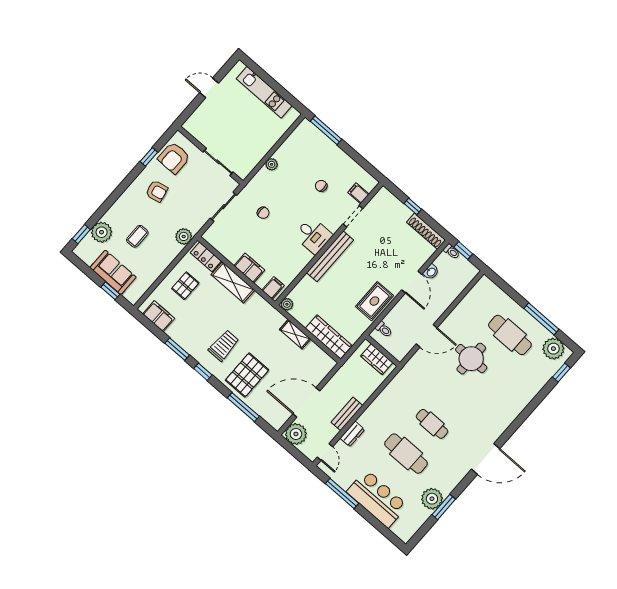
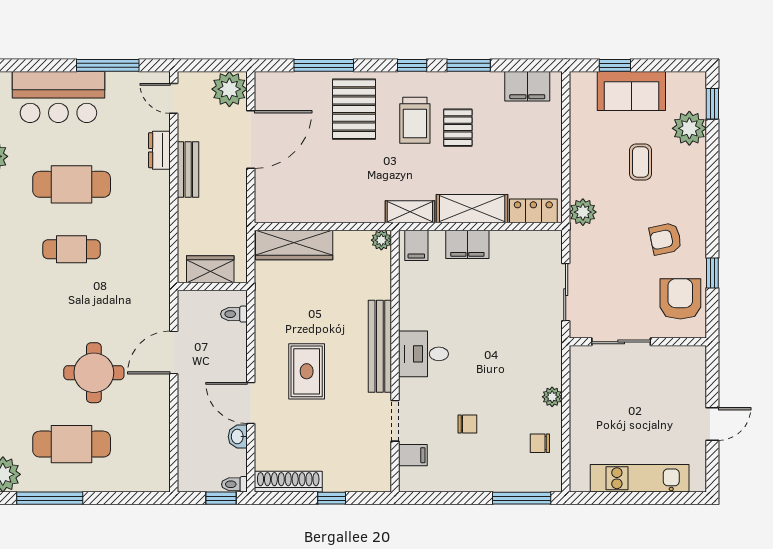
chair: (263, 213) -> (540, 443), moved
pallet: (185, 286) -> (458, 128), moved
rug: (374, 301) -> (307, 371), moved
shelving: (295, 334) -> (410, 212), moved

